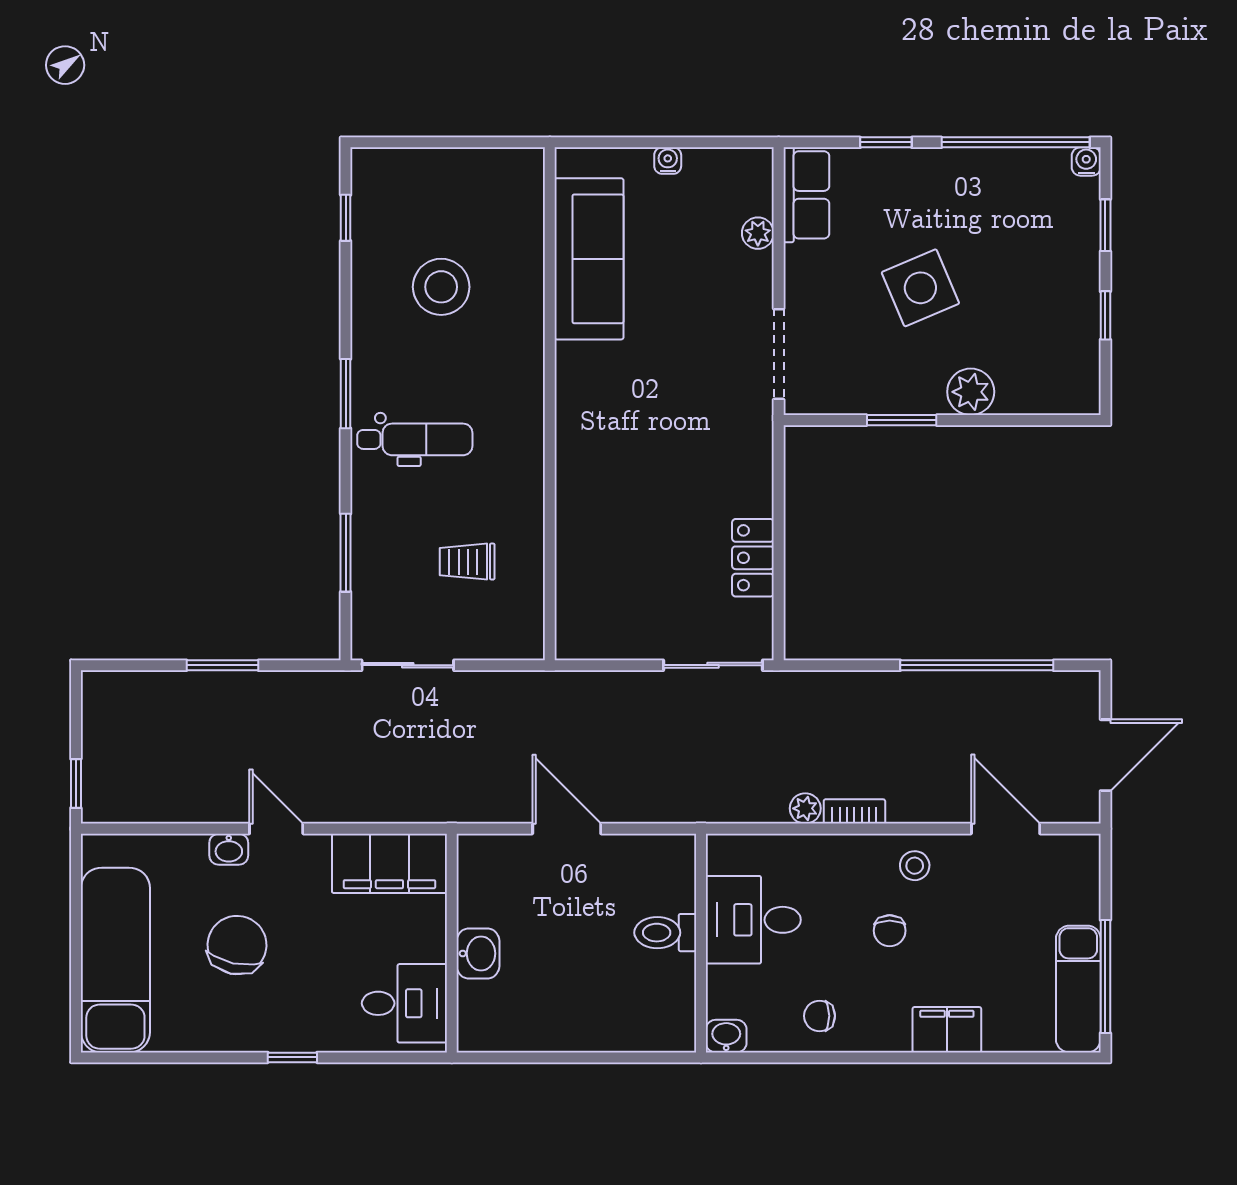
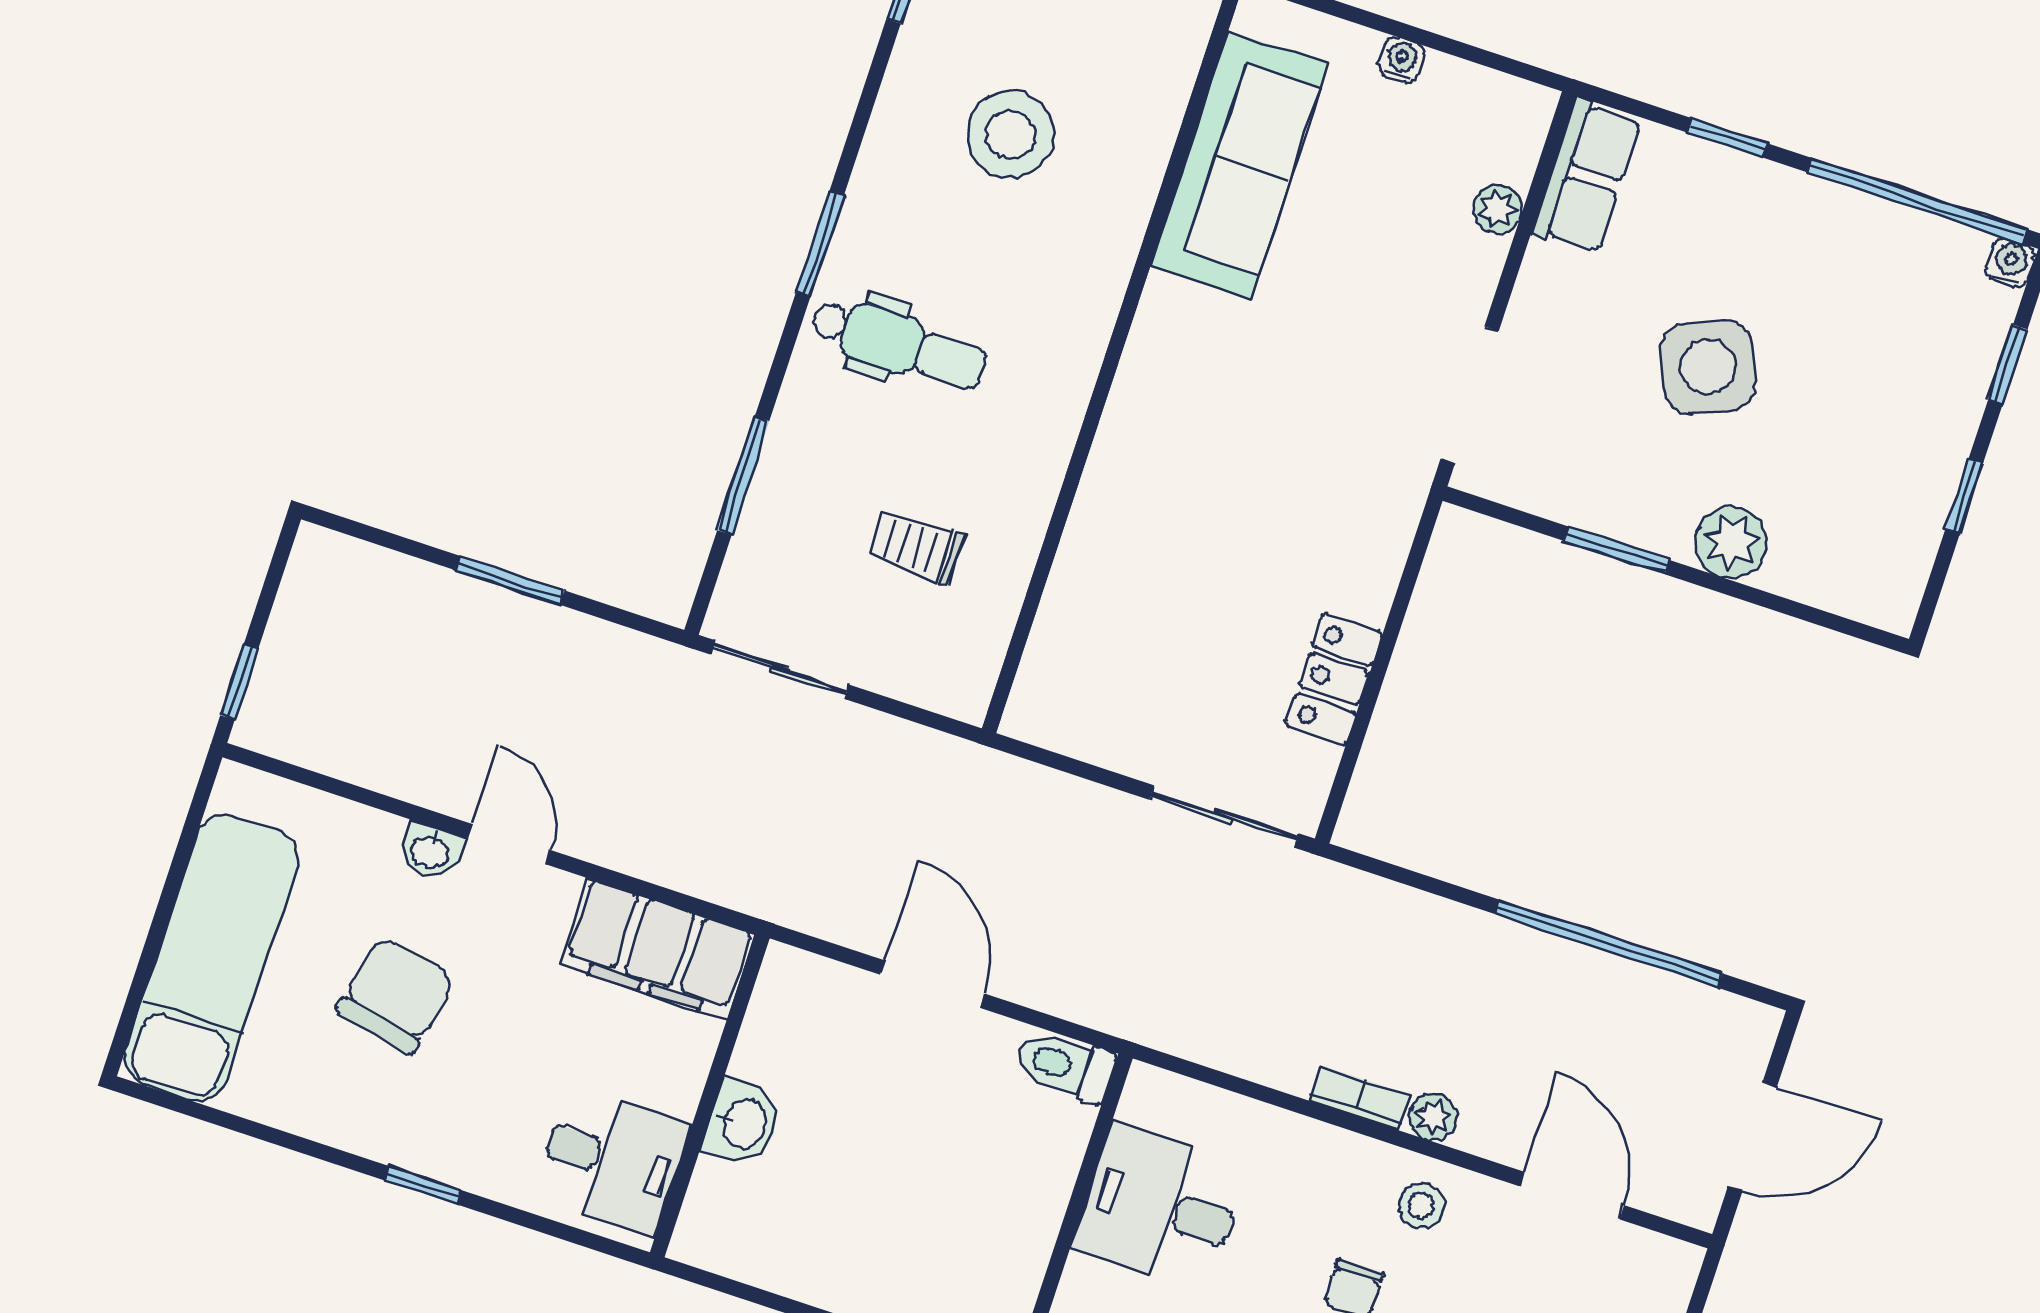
plant: (805, 808) -> (1433, 1117), moved
toilet: (665, 933) -> (1065, 1066), moved

